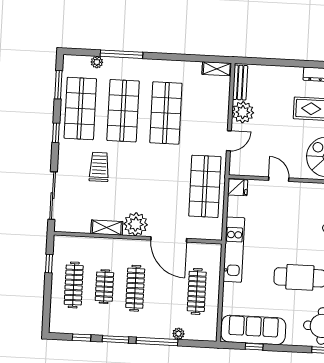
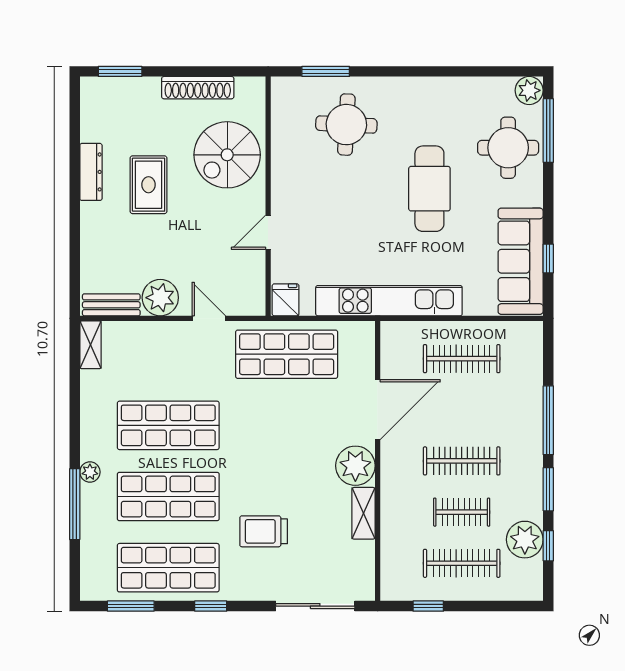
plant: (97, 62) -> (90, 472), moved
kitchen unit: (234, 250) -> (389, 301), width x1.36
plant: (178, 334) -> (525, 540), moved, width x1.88, depth x1.88

